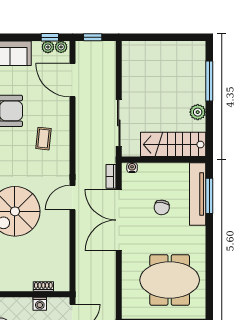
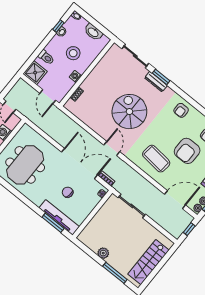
coffee table: (43, 139) -> (156, 159), width x1.86, depth x1.72
stairs: (173, 144) -> (148, 262), moved, turned 180
washing machine: (40, 304) -> (76, 76), moved

